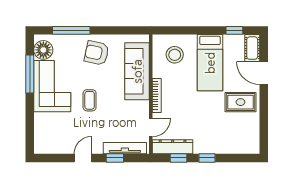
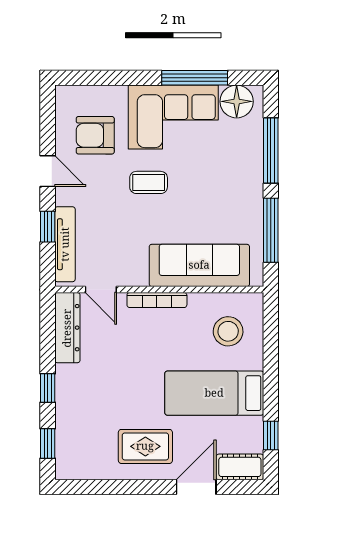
window: (117, 30) -> (271, 230), added
armchair: (97, 53) -> (95, 135), moved, turned -102
rug: (240, 102) -> (145, 446), turned 90
window: (178, 158) -> (48, 443), moved

